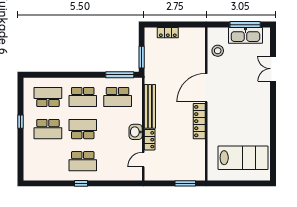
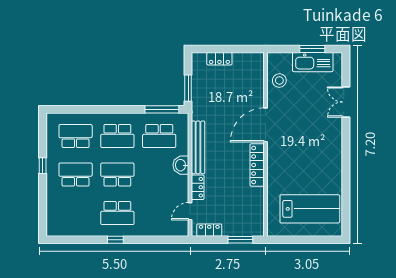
window: (245, 25) -> (312, 49), width x0.69
school desk: (48, 129) -> (76, 175), turned 180
washbasin: (136, 132) -> (181, 165), moved
locker: (159, 175) -> (209, 230), added

